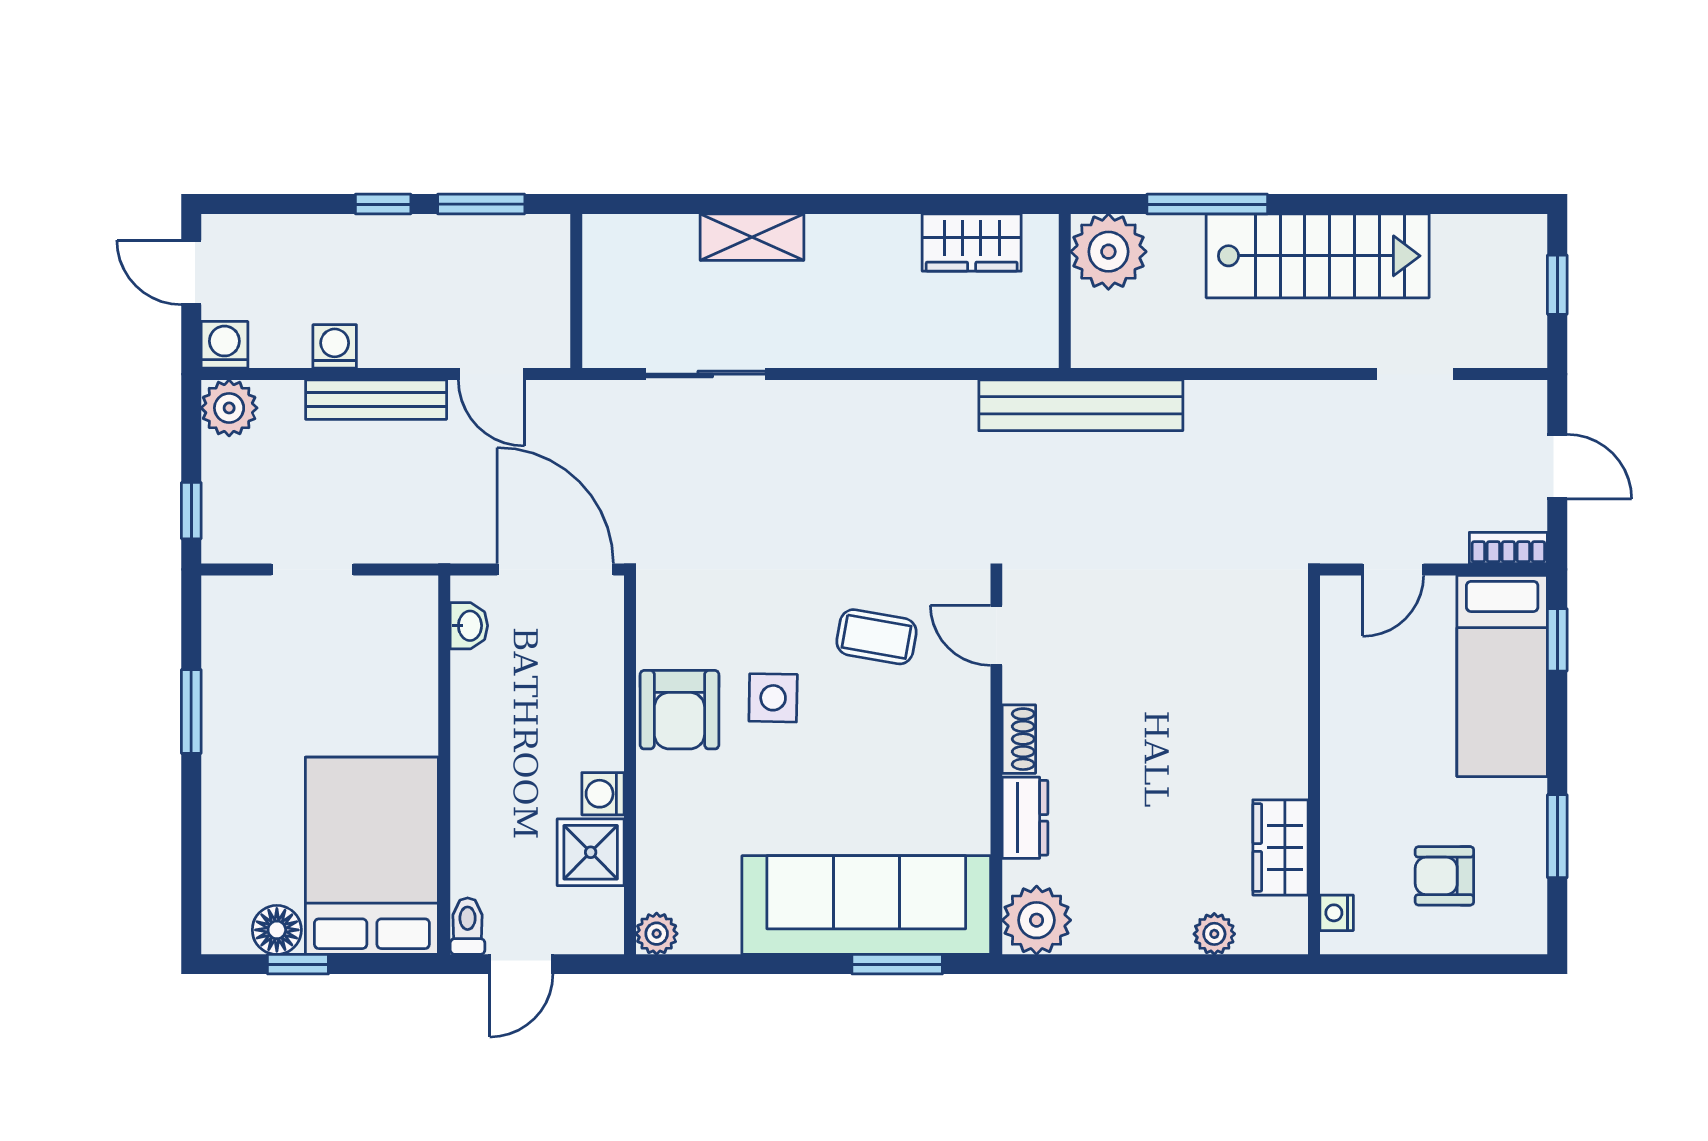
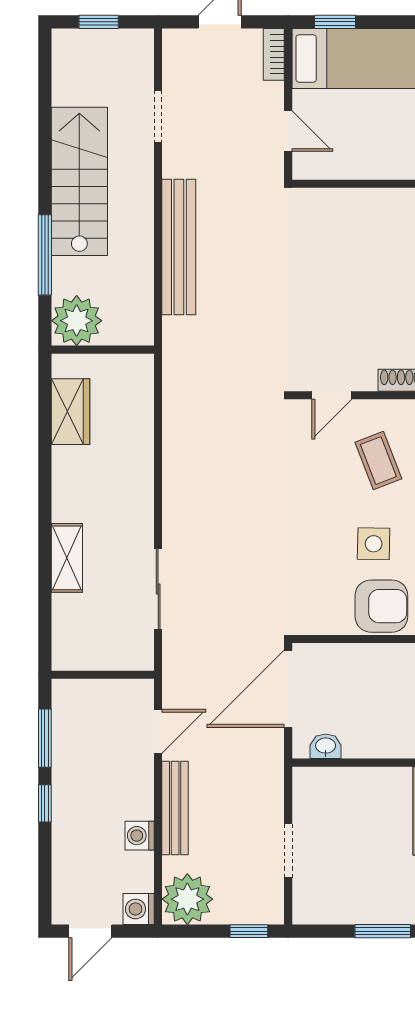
bench: (1081, 405) -> (179, 247), moved
plant: (229, 408) -> (187, 899), width x1.36, depth x1.36
coffee table: (876, 637) -> (378, 461), moved, turned -31

